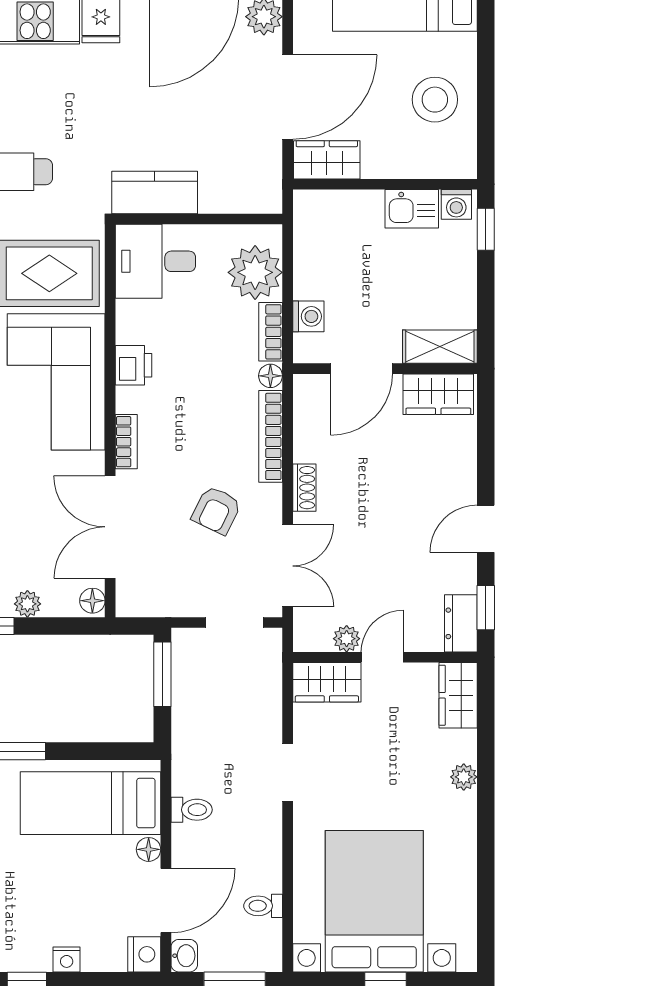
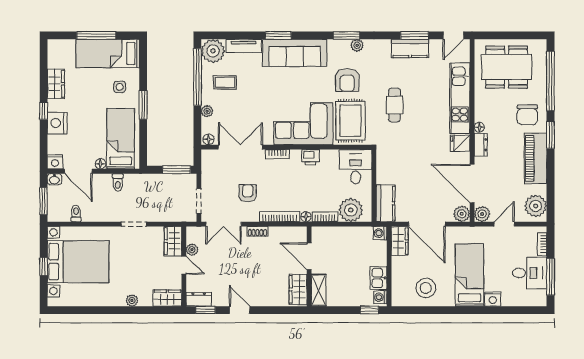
kitchen counter: (155, 192) -> (385, 203), moved
washing machine: (308, 316) -> (380, 233), moved, turned 90
armchair: (216, 510) -> (248, 193), turned 64
nightstand: (67, 959) -> (57, 123), width x1.89, depth x1.79

